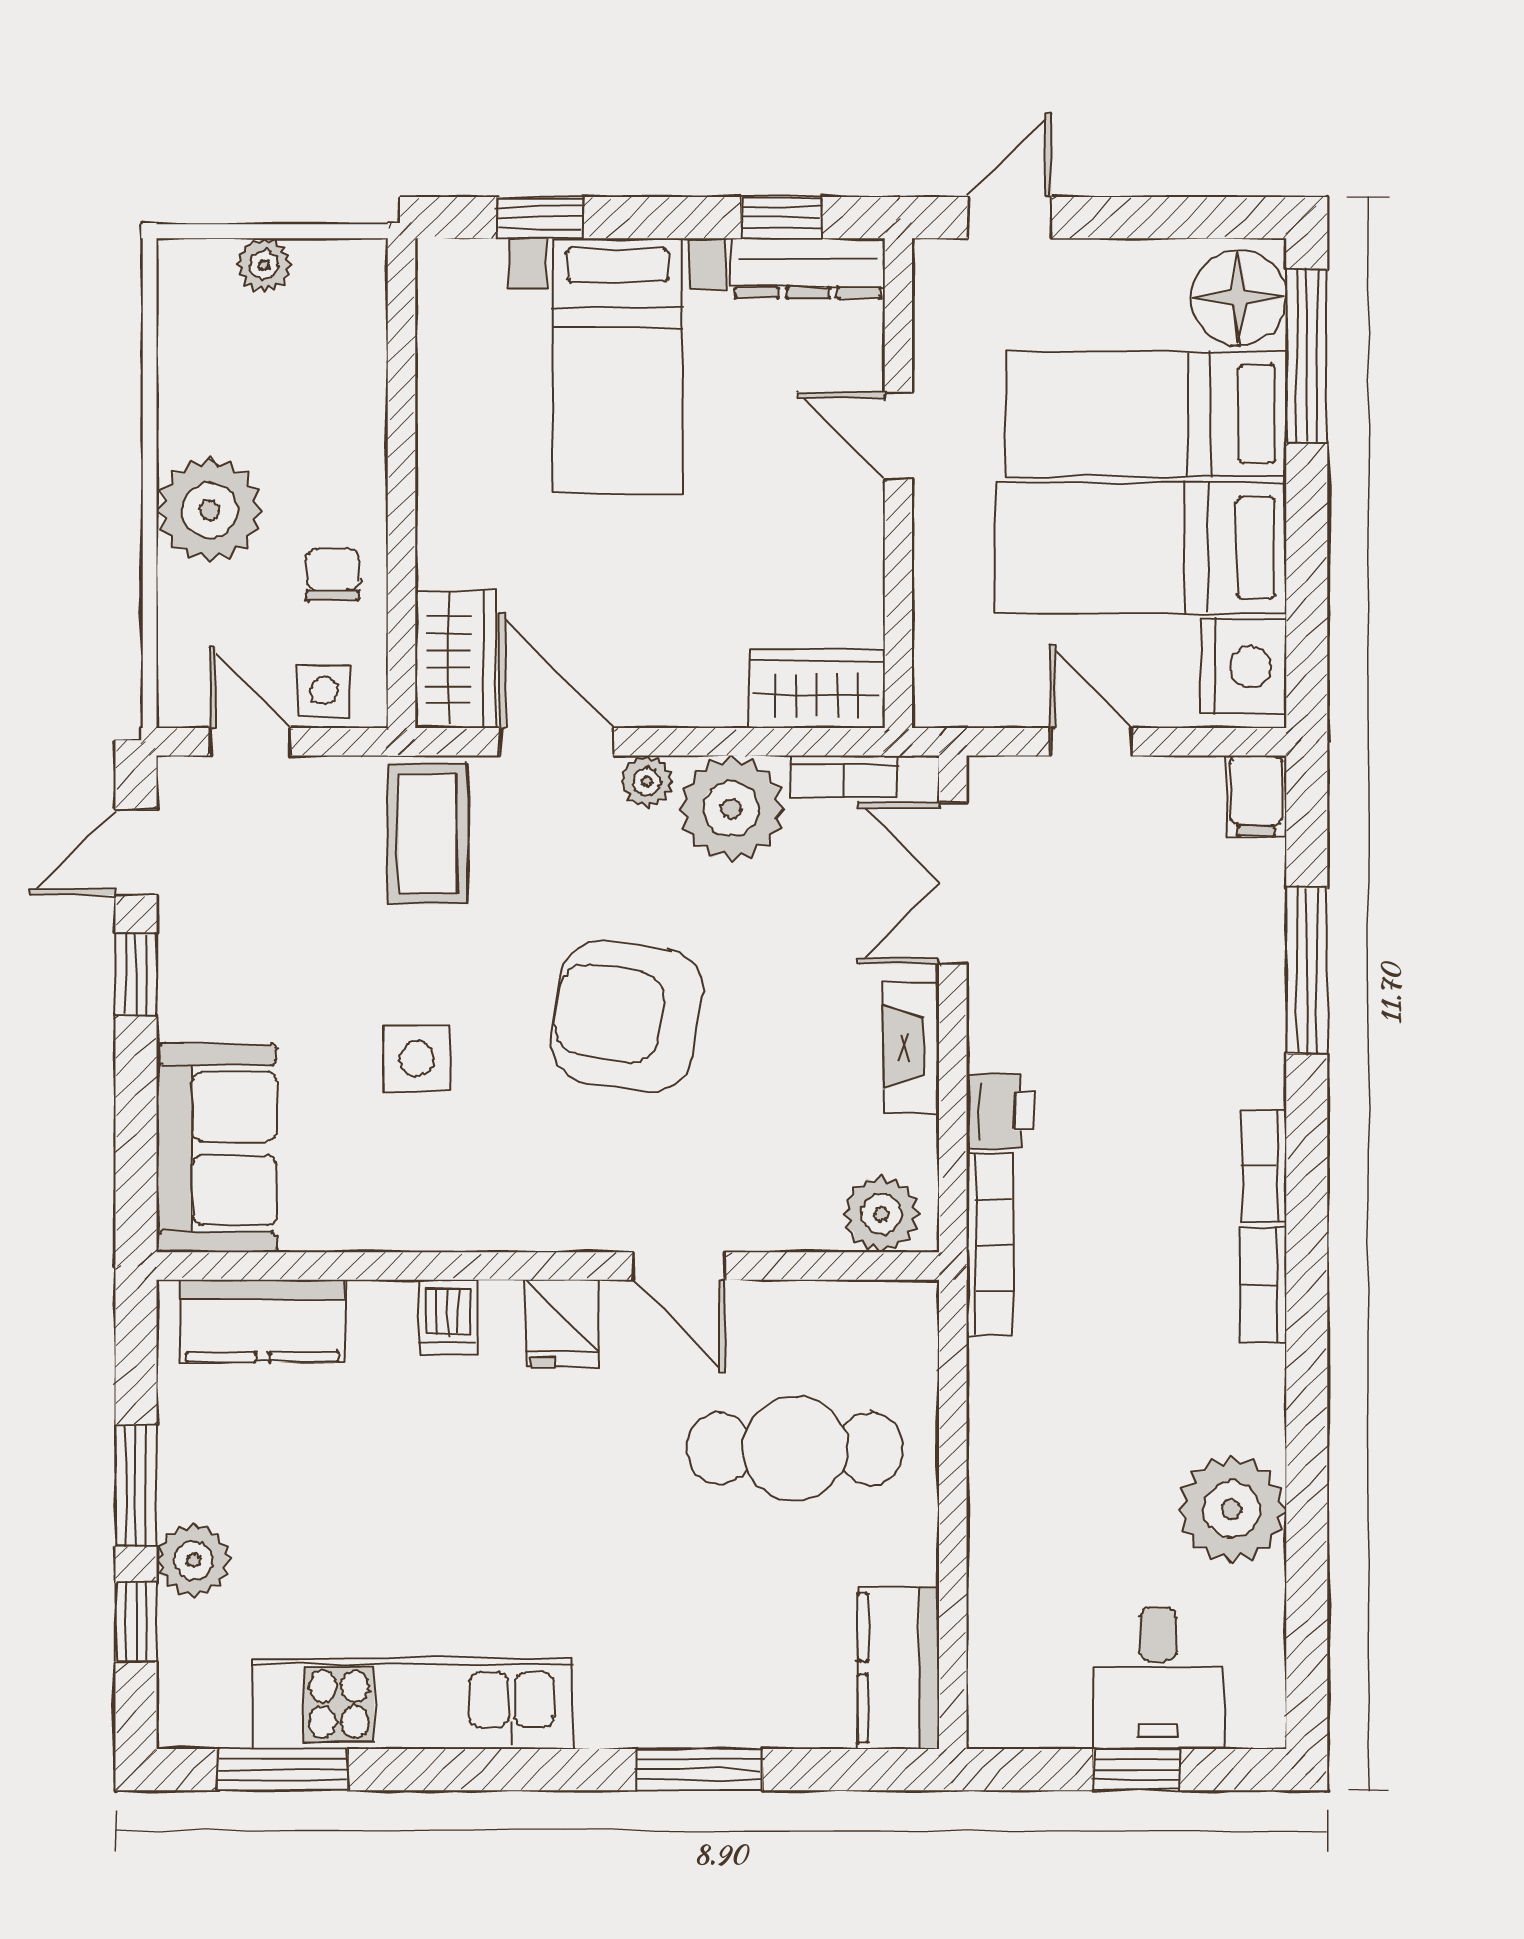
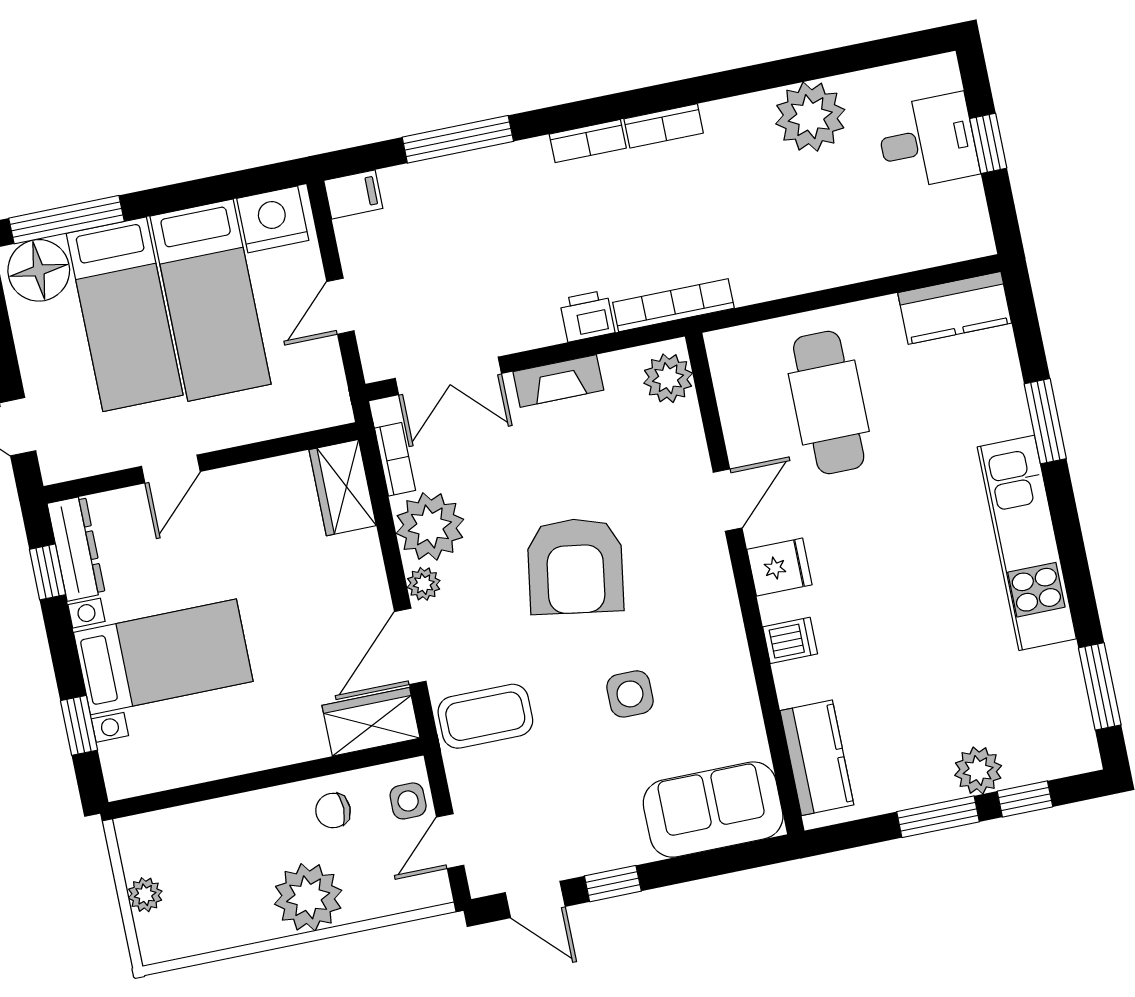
kitchen unit: (413, 1704) -> (1027, 543), moved

